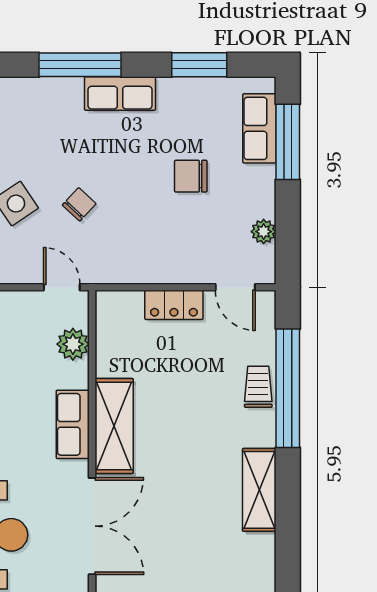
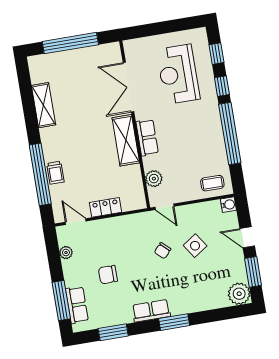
window: (80, 65) -> (174, 322), width x0.69
chair: (191, 176) -> (108, 275), turned 180
shelving: (259, 490) -> (44, 105), moved

